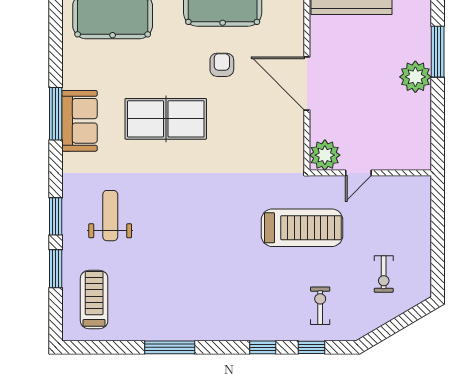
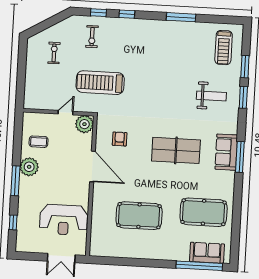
armchair: (222, 65) -> (120, 139), moved, turned 180
coffee table: (402, 121) -> (39, 142), added
weight bench: (110, 216) -> (211, 96), turned -90

